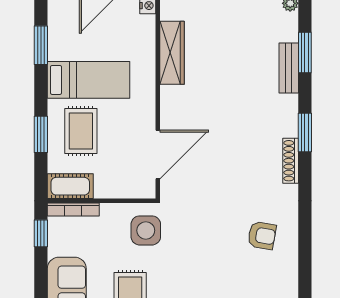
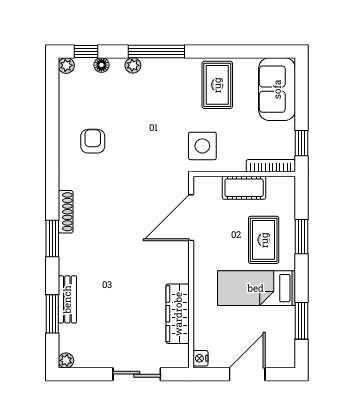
cot: (70, 186) -> (244, 188), moved
armchair: (262, 235) -> (93, 141), turned 80

